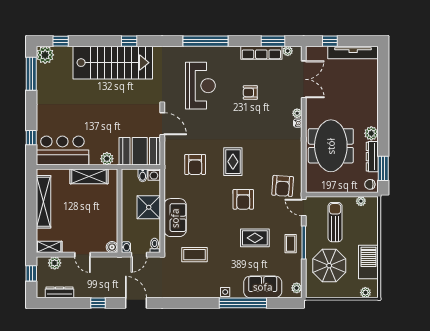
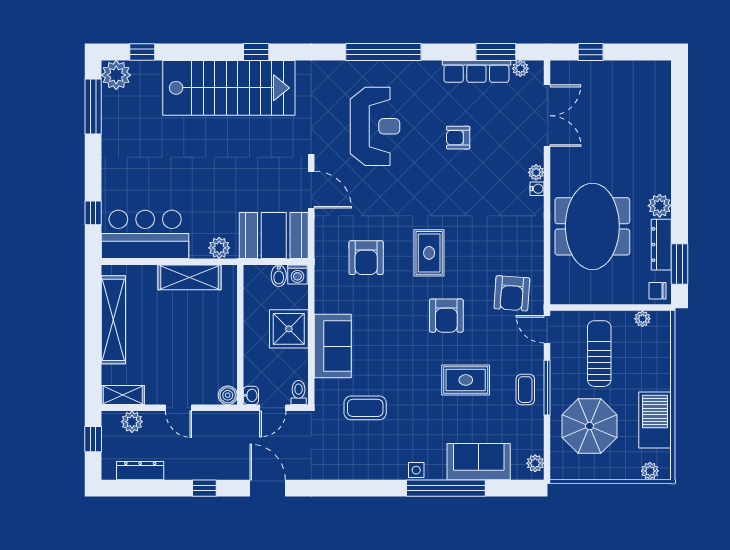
tv unit: (353, 52) -> (629, 71), removed

